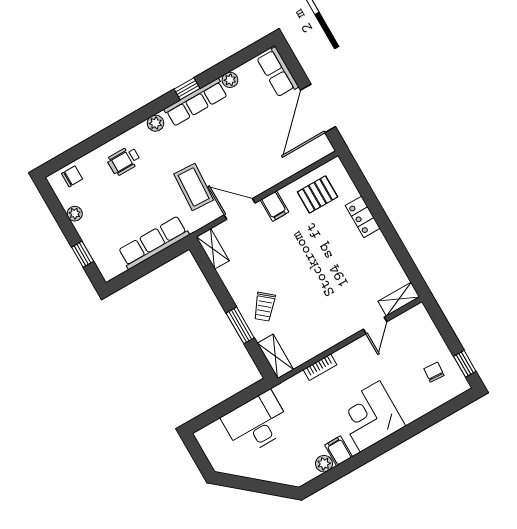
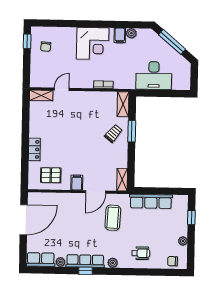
row of seats: (277, 72) -> (41, 260), moved, turned -90
door: (240, 209) -> (96, 192), hinge flipped
window: (259, 486) -> (172, 42), added

